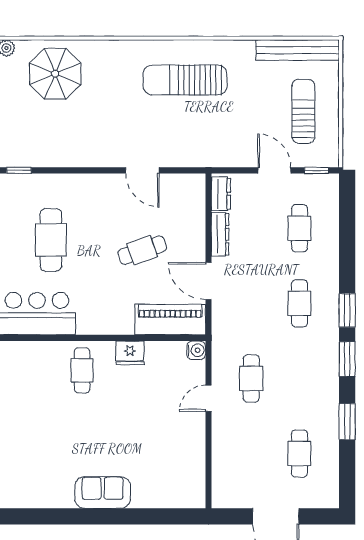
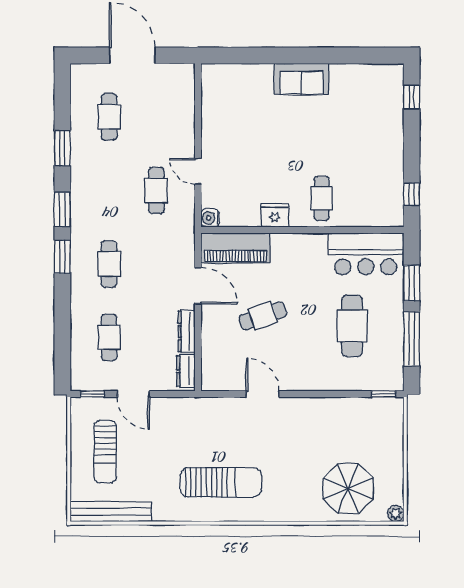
door: (209, 398) -> (198, 171), swing flipped

